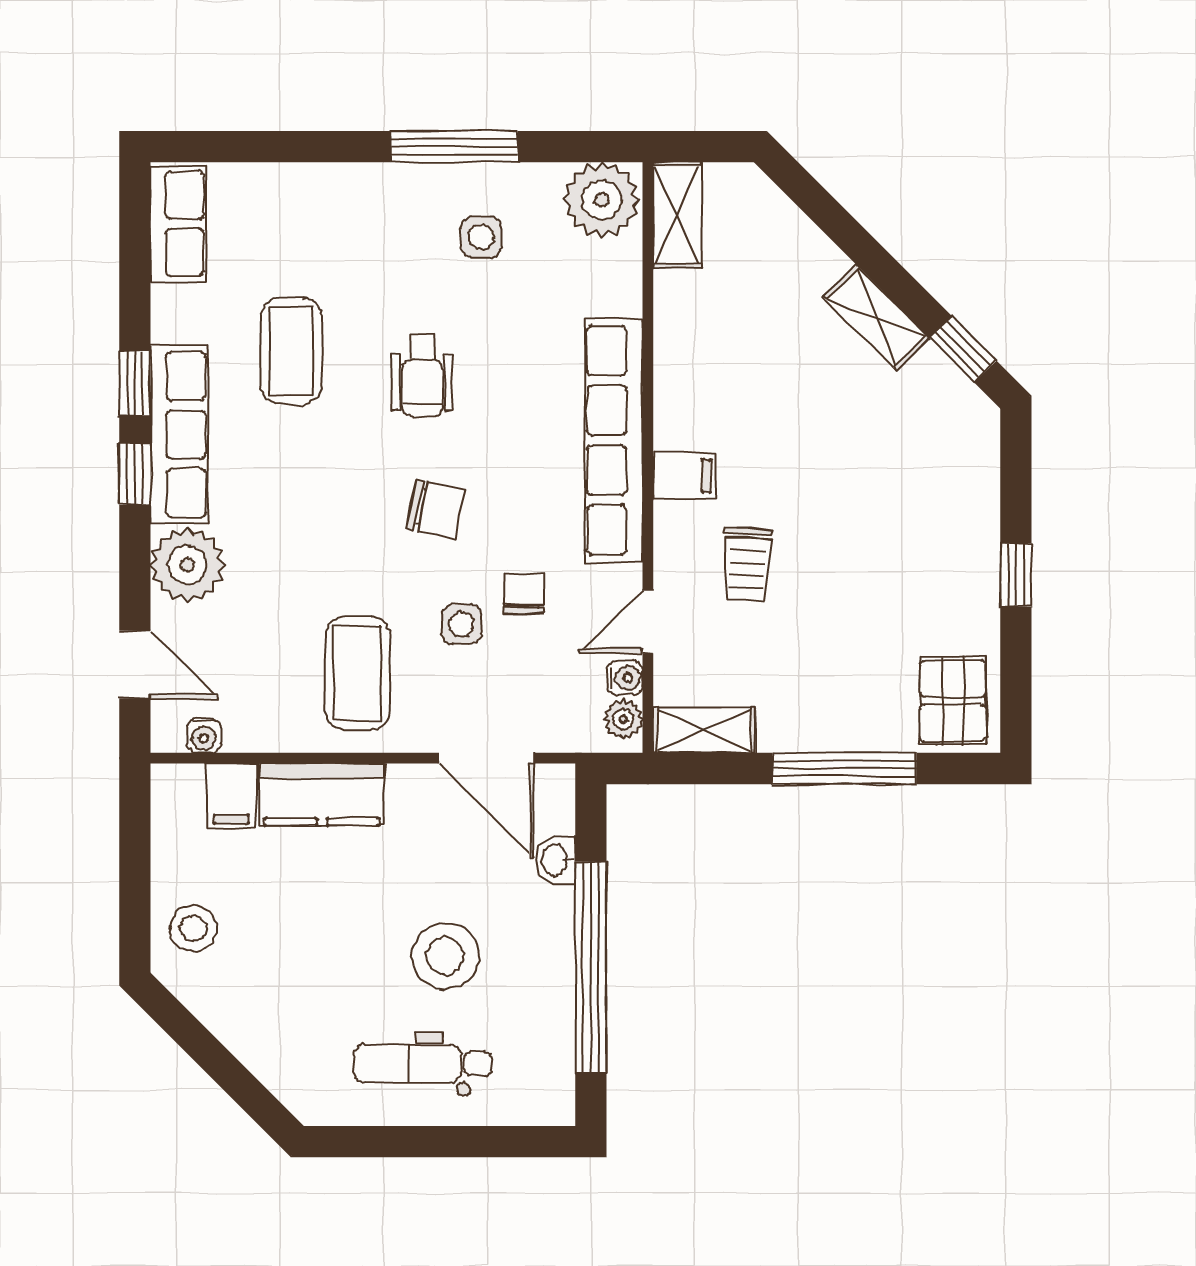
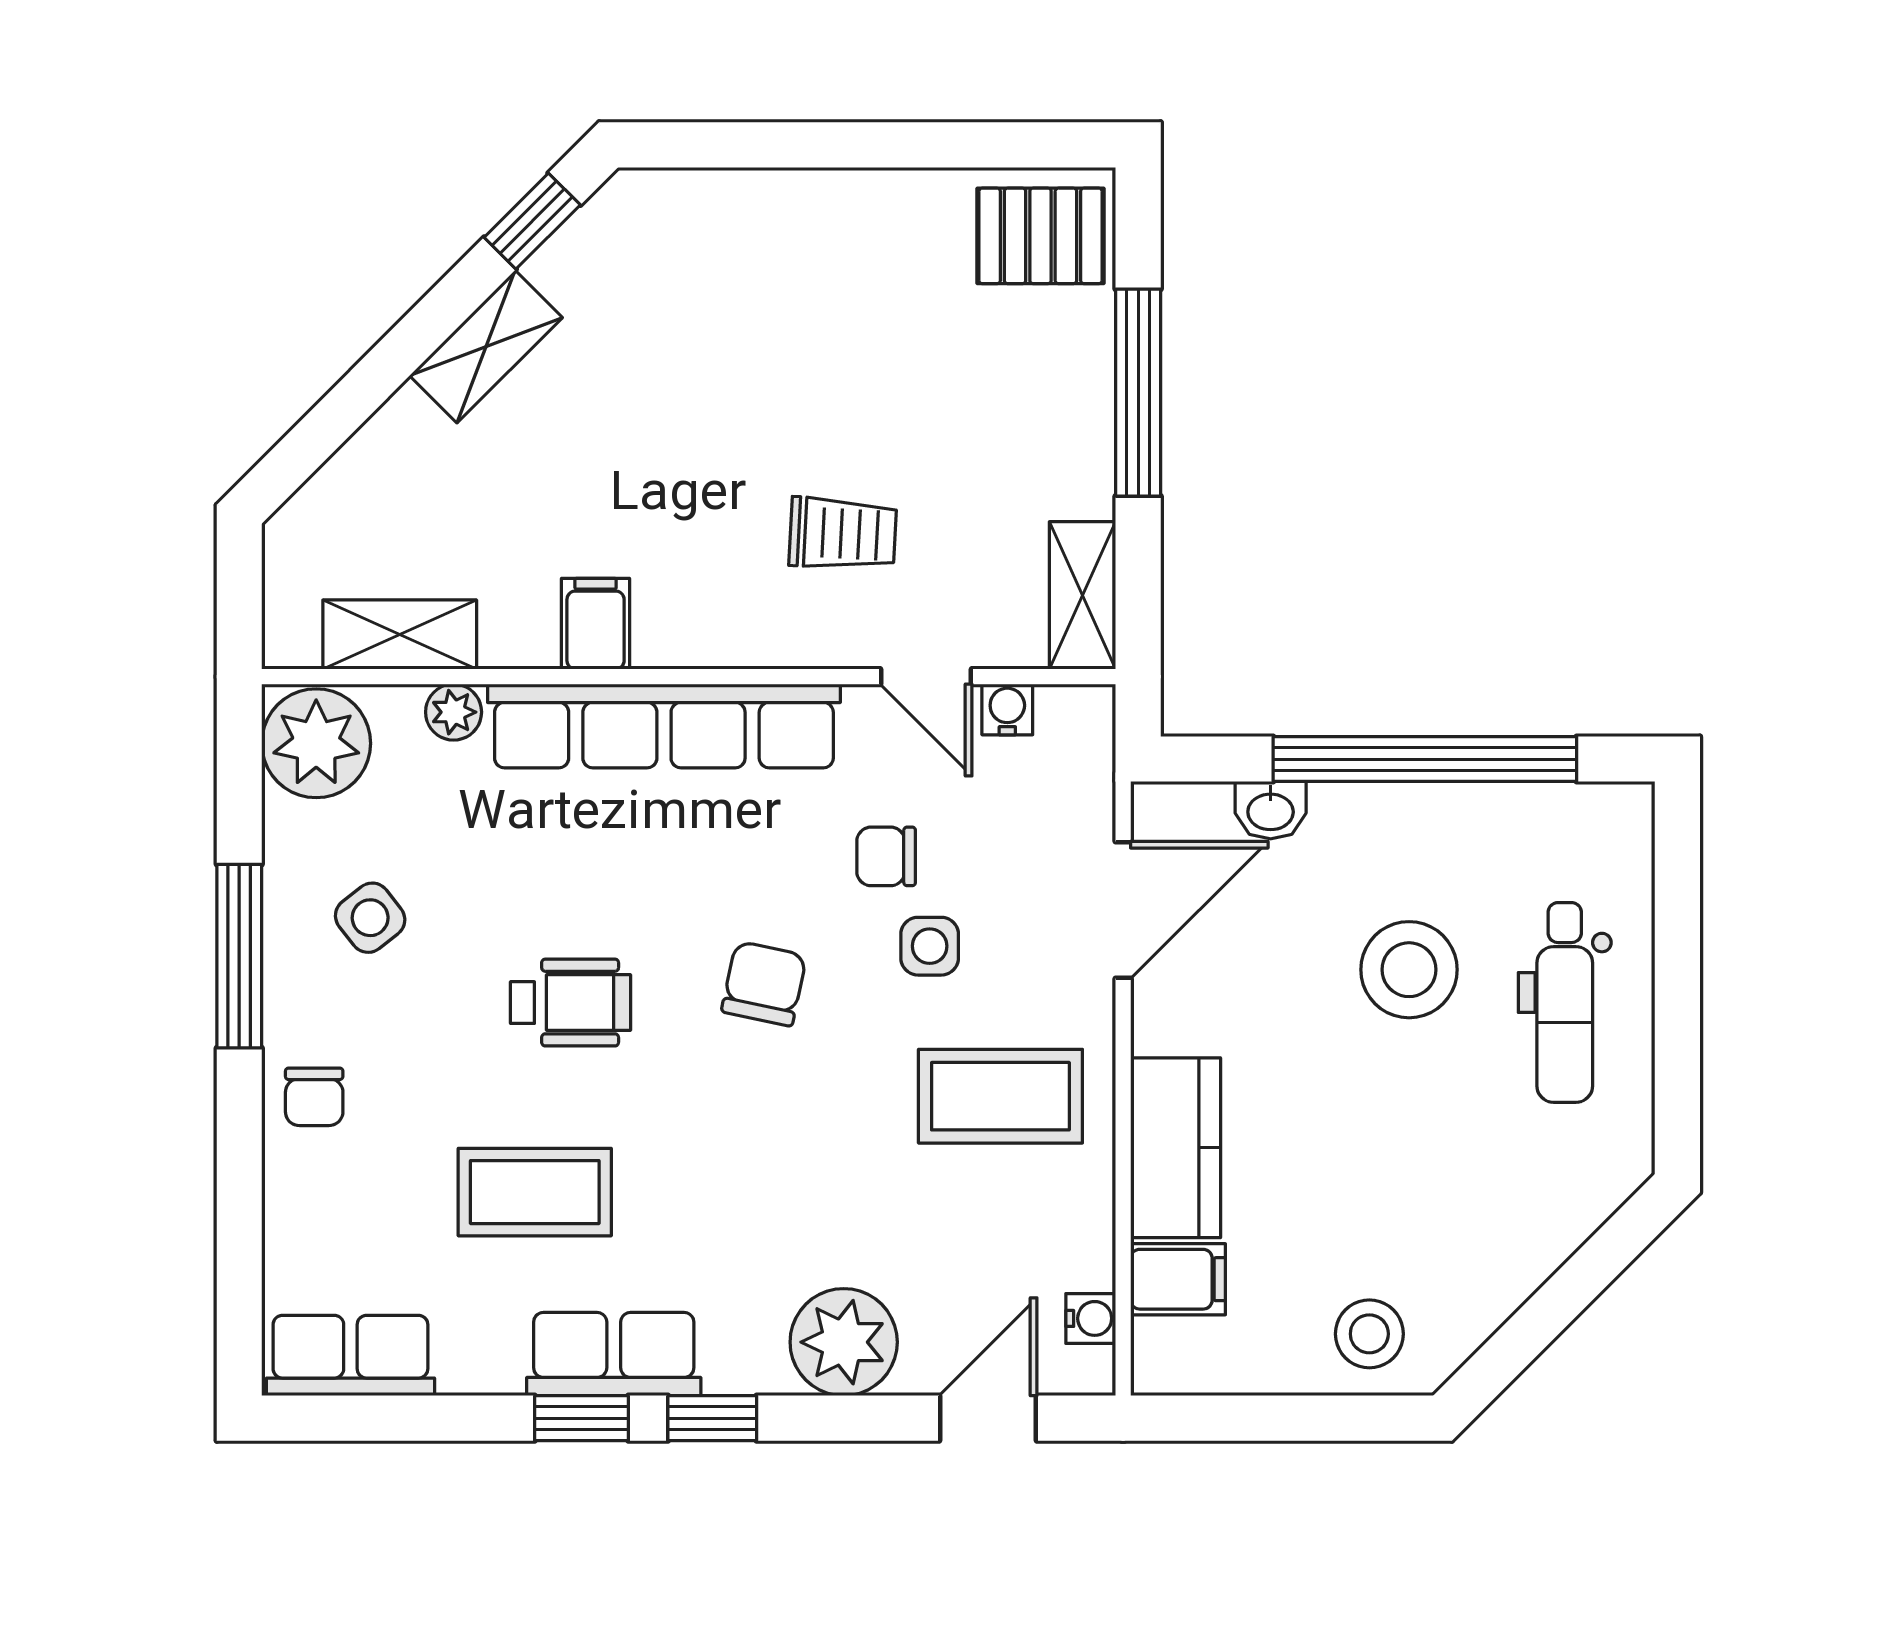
chair: (357, 198) -> (314, 1097), added
shelving: (677, 215) -> (400, 635), moved
side table: (481, 237) -> (370, 918), turned -38
row of seats: (179, 435) -> (614, 1354), width x0.68
filing cabinet: (684, 476) -> (596, 624), moved
window: (1016, 575) -> (859, 145), removed
plant: (623, 719) -> (454, 712), moved

